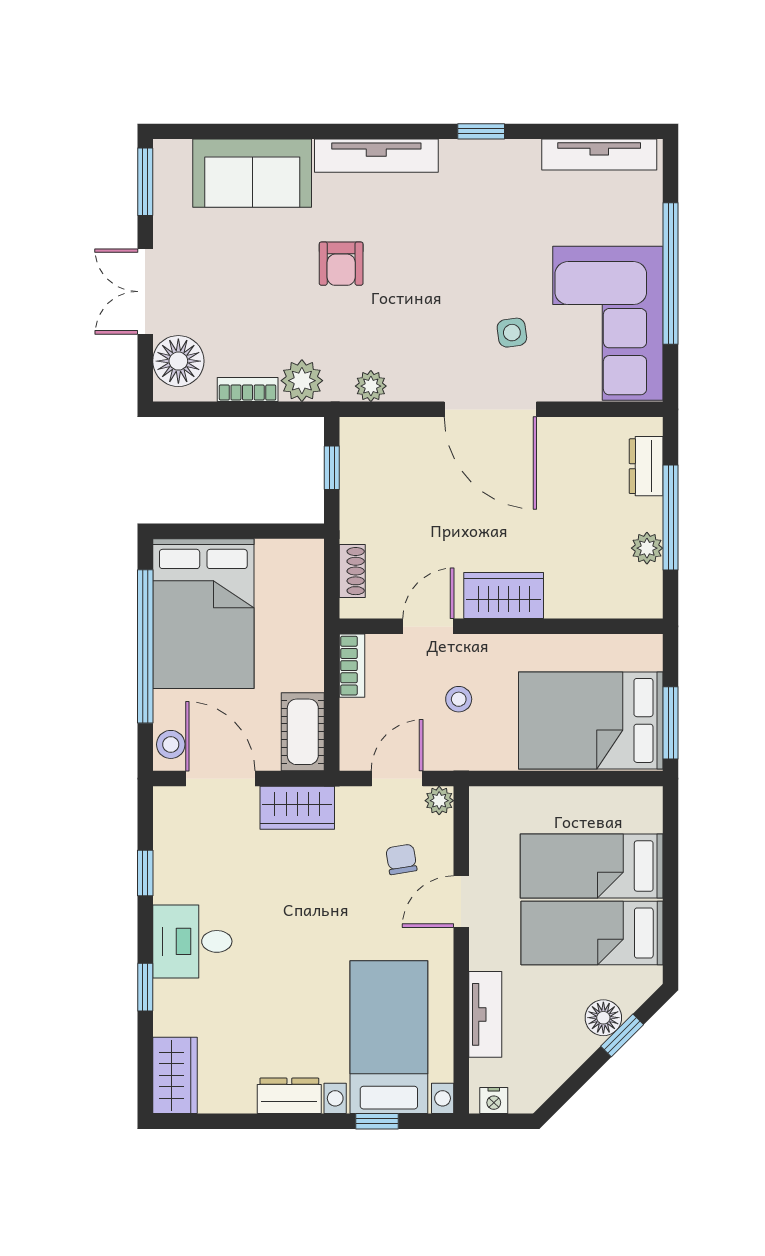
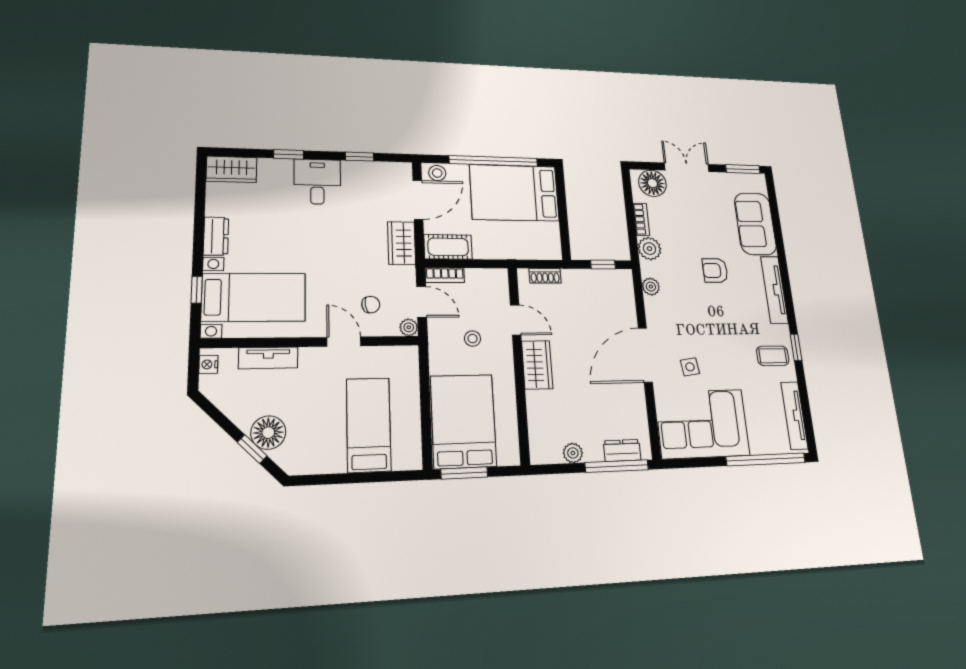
coffee table: (495, 178) -> (773, 356), added
window: (671, 274) -> (766, 459), moved
window: (671, 518) -> (617, 466), moved
bookcase: (352, 666) -> (445, 275), moved
bed: (592, 933) -> (323, 426), removed
floor lamp: (603, 1018) -> (268, 433), width x1.38, depth x1.38

